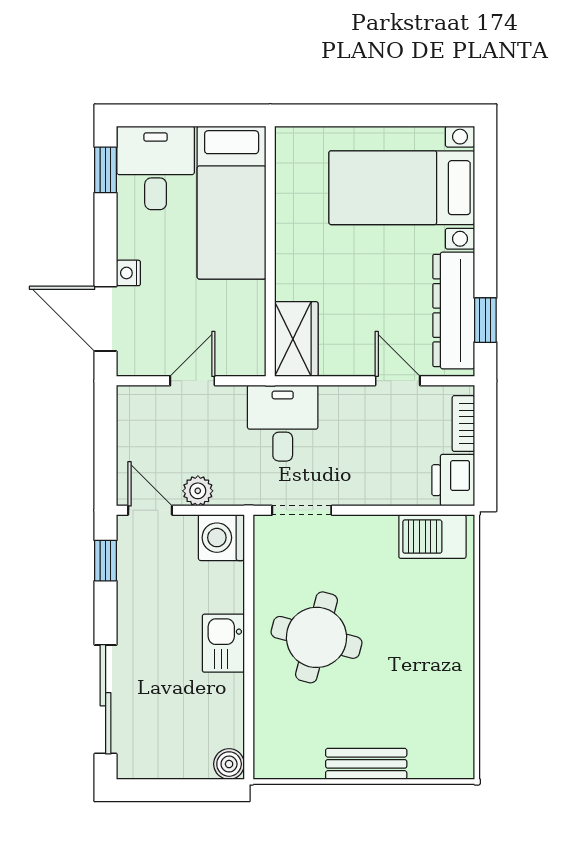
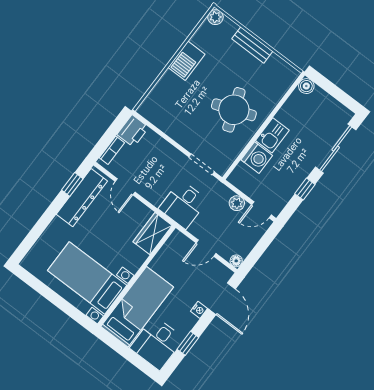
window: (106, 170) -> (188, 343), moved
bed with nightstands: (402, 188) -> (87, 278), moved, turned 180
floor lamp: (128, 397) -> (236, 261), added
door: (150, 510) -> (261, 210), hinge flipped
barbecue: (432, 537) -> (186, 61), moved, turned 90
washing machine: (221, 538) -> (257, 158), moved
window: (106, 561) -> (305, 189), moved
round table: (317, 637) -> (234, 110), turned -35
plant: (459, 764) -> (215, 17), added

